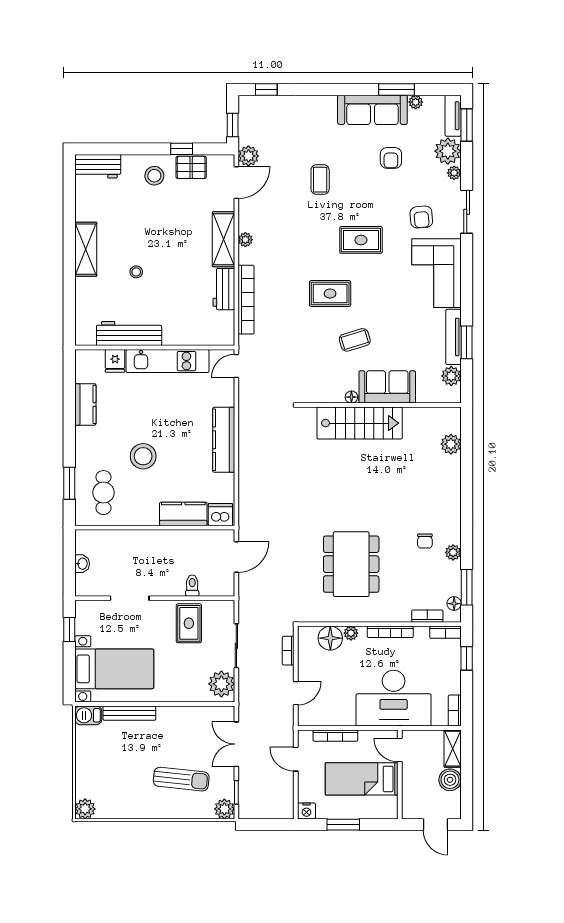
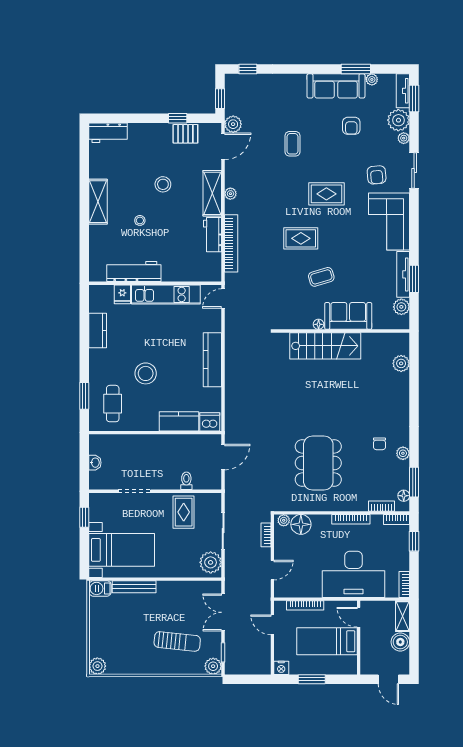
stool: (154, 176) -> (163, 184), moved
plant: (351, 633) -> (284, 520), moved

